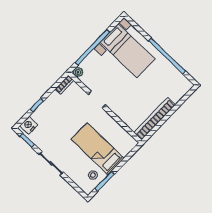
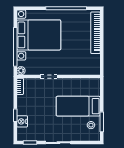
bed with nightstands: (127, 51) -> (39, 35), width x1.36
bookcase: (155, 119) -> (96, 33), moved
nightstand: (29, 125) -> (22, 121), moved

